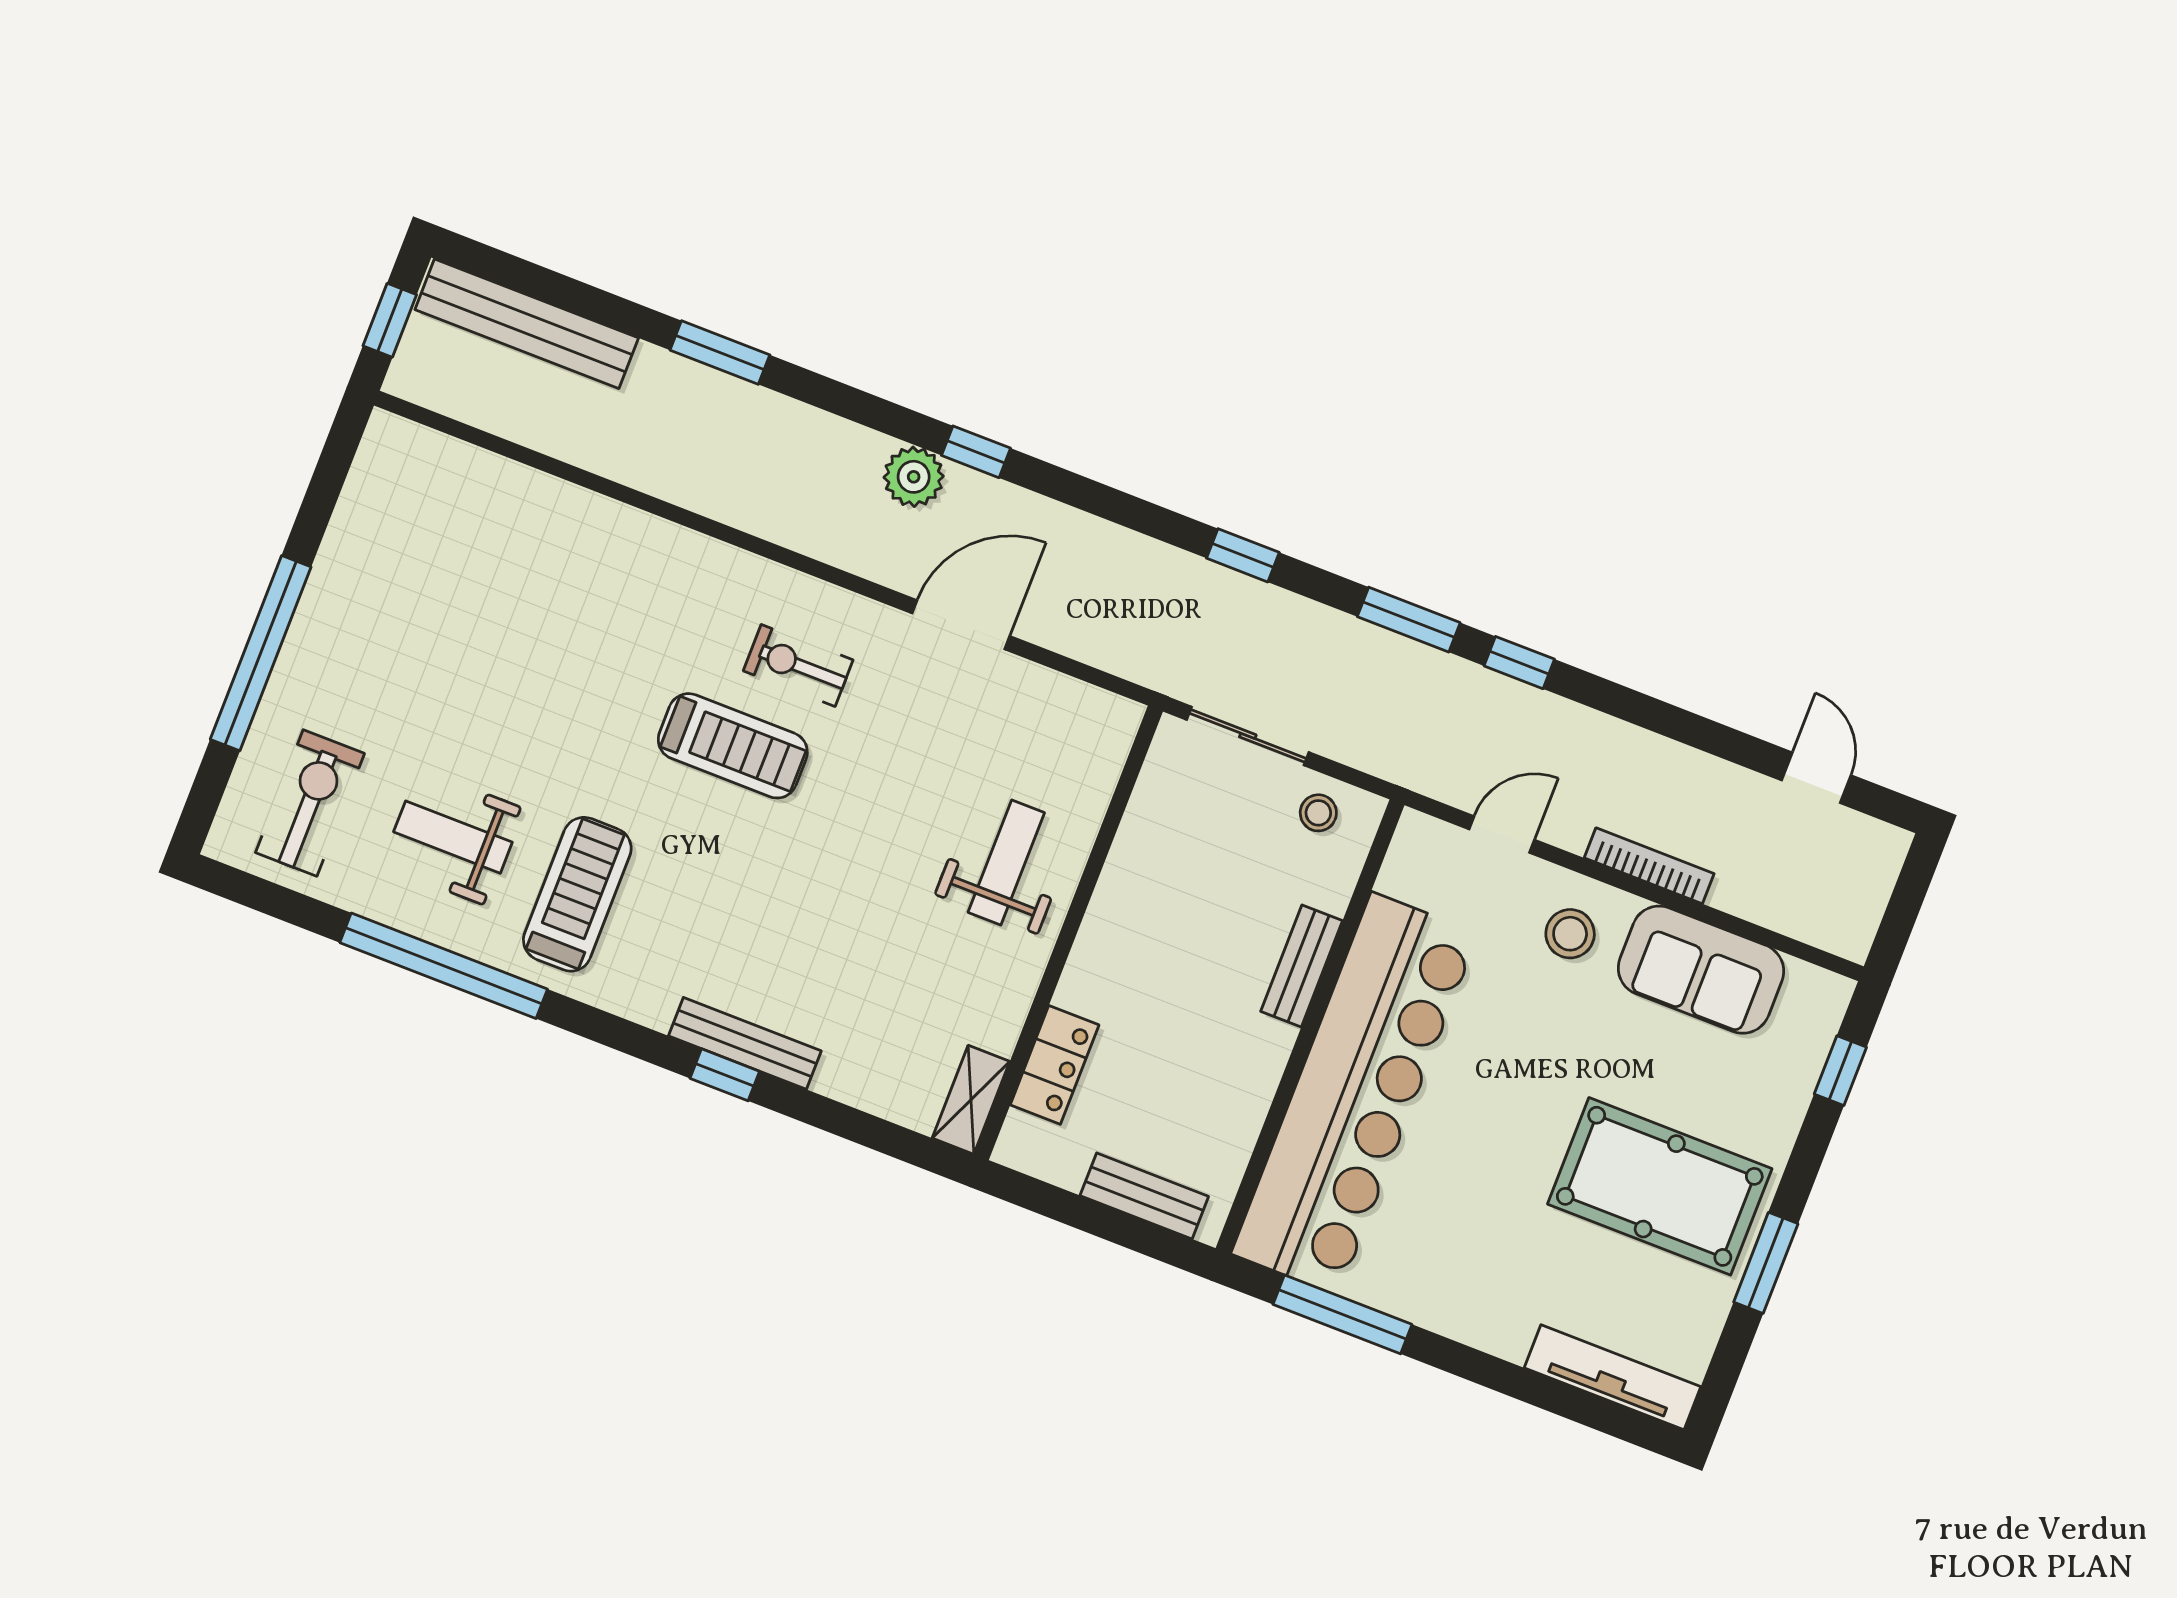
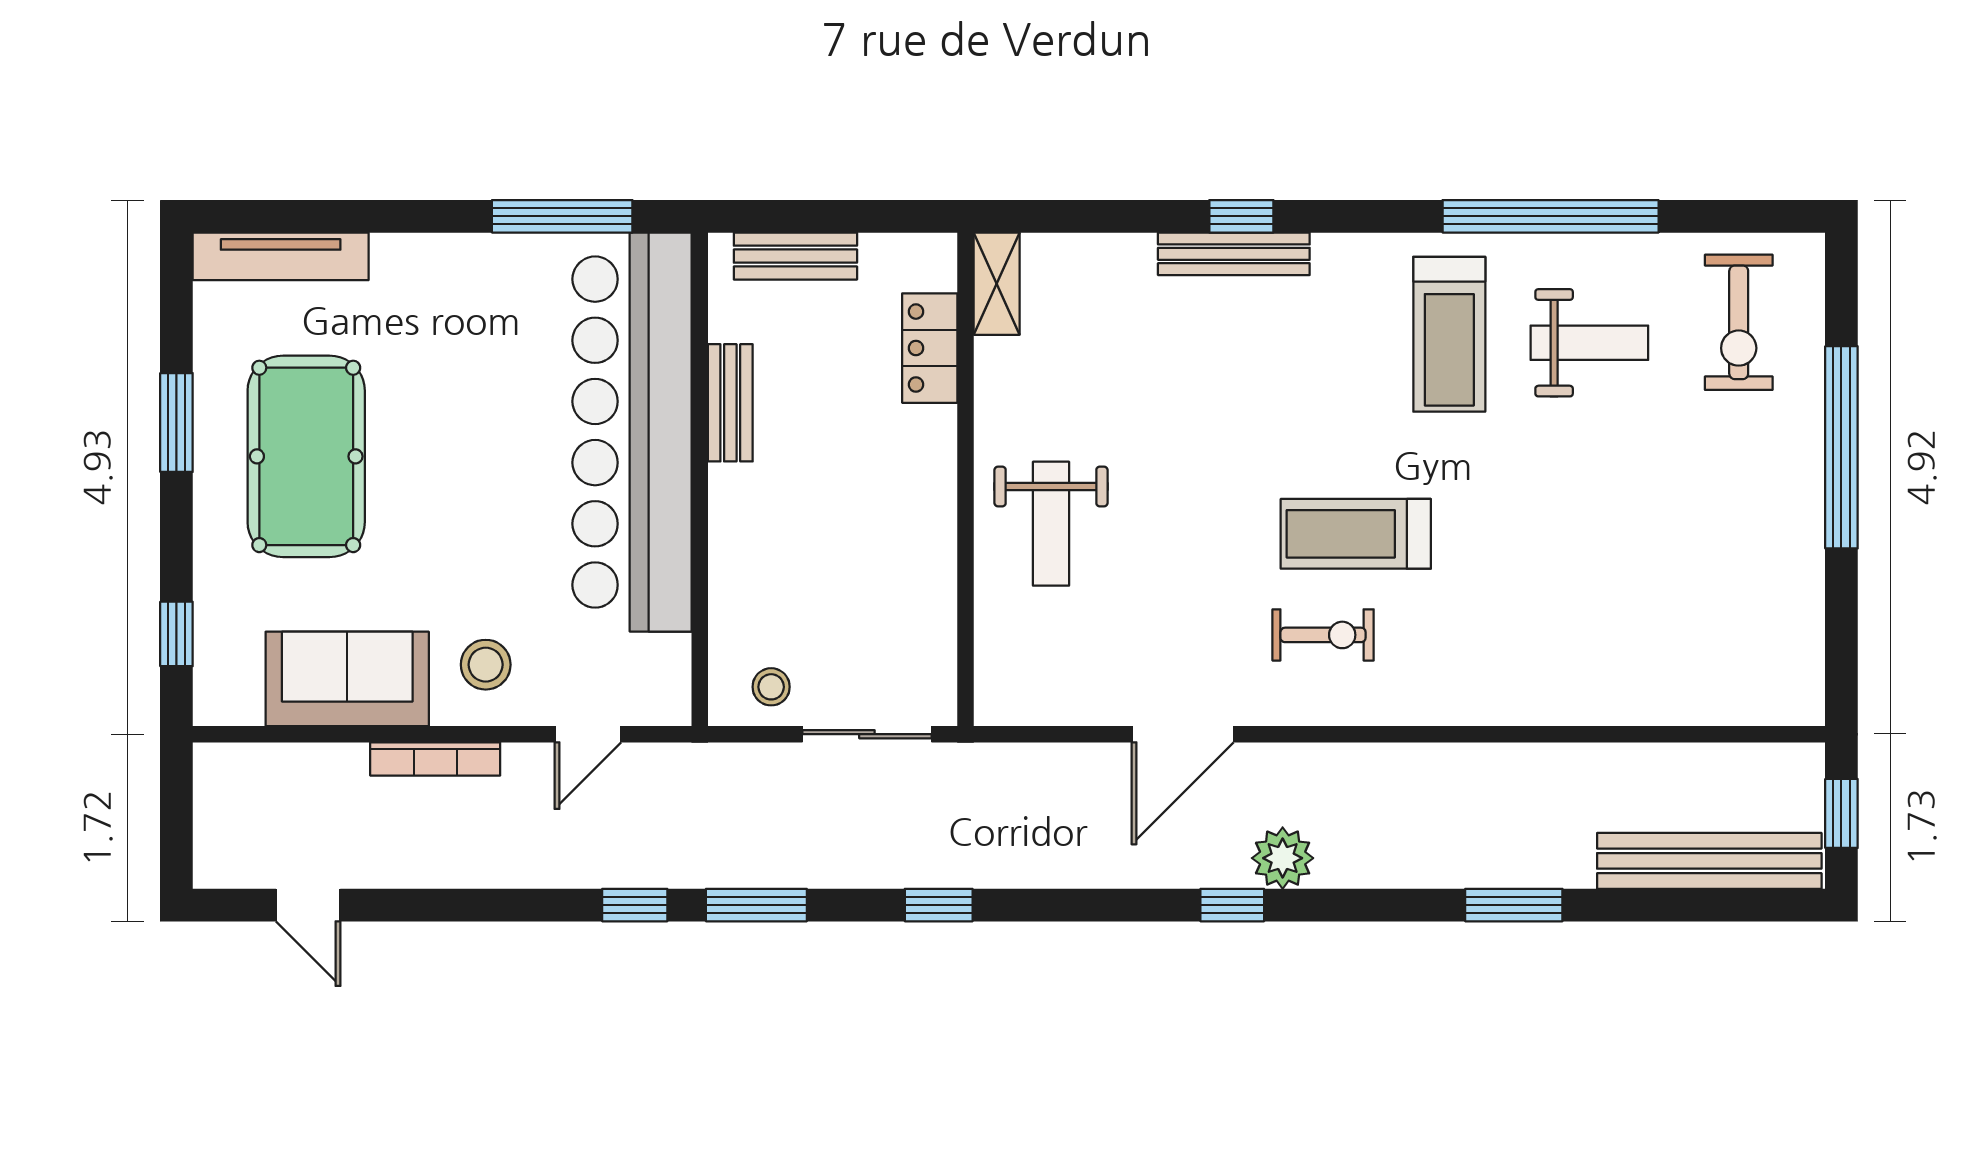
bench: (1302, 966) -> (730, 403), moved
pool table: (1660, 1186) -> (306, 456), turned 90

